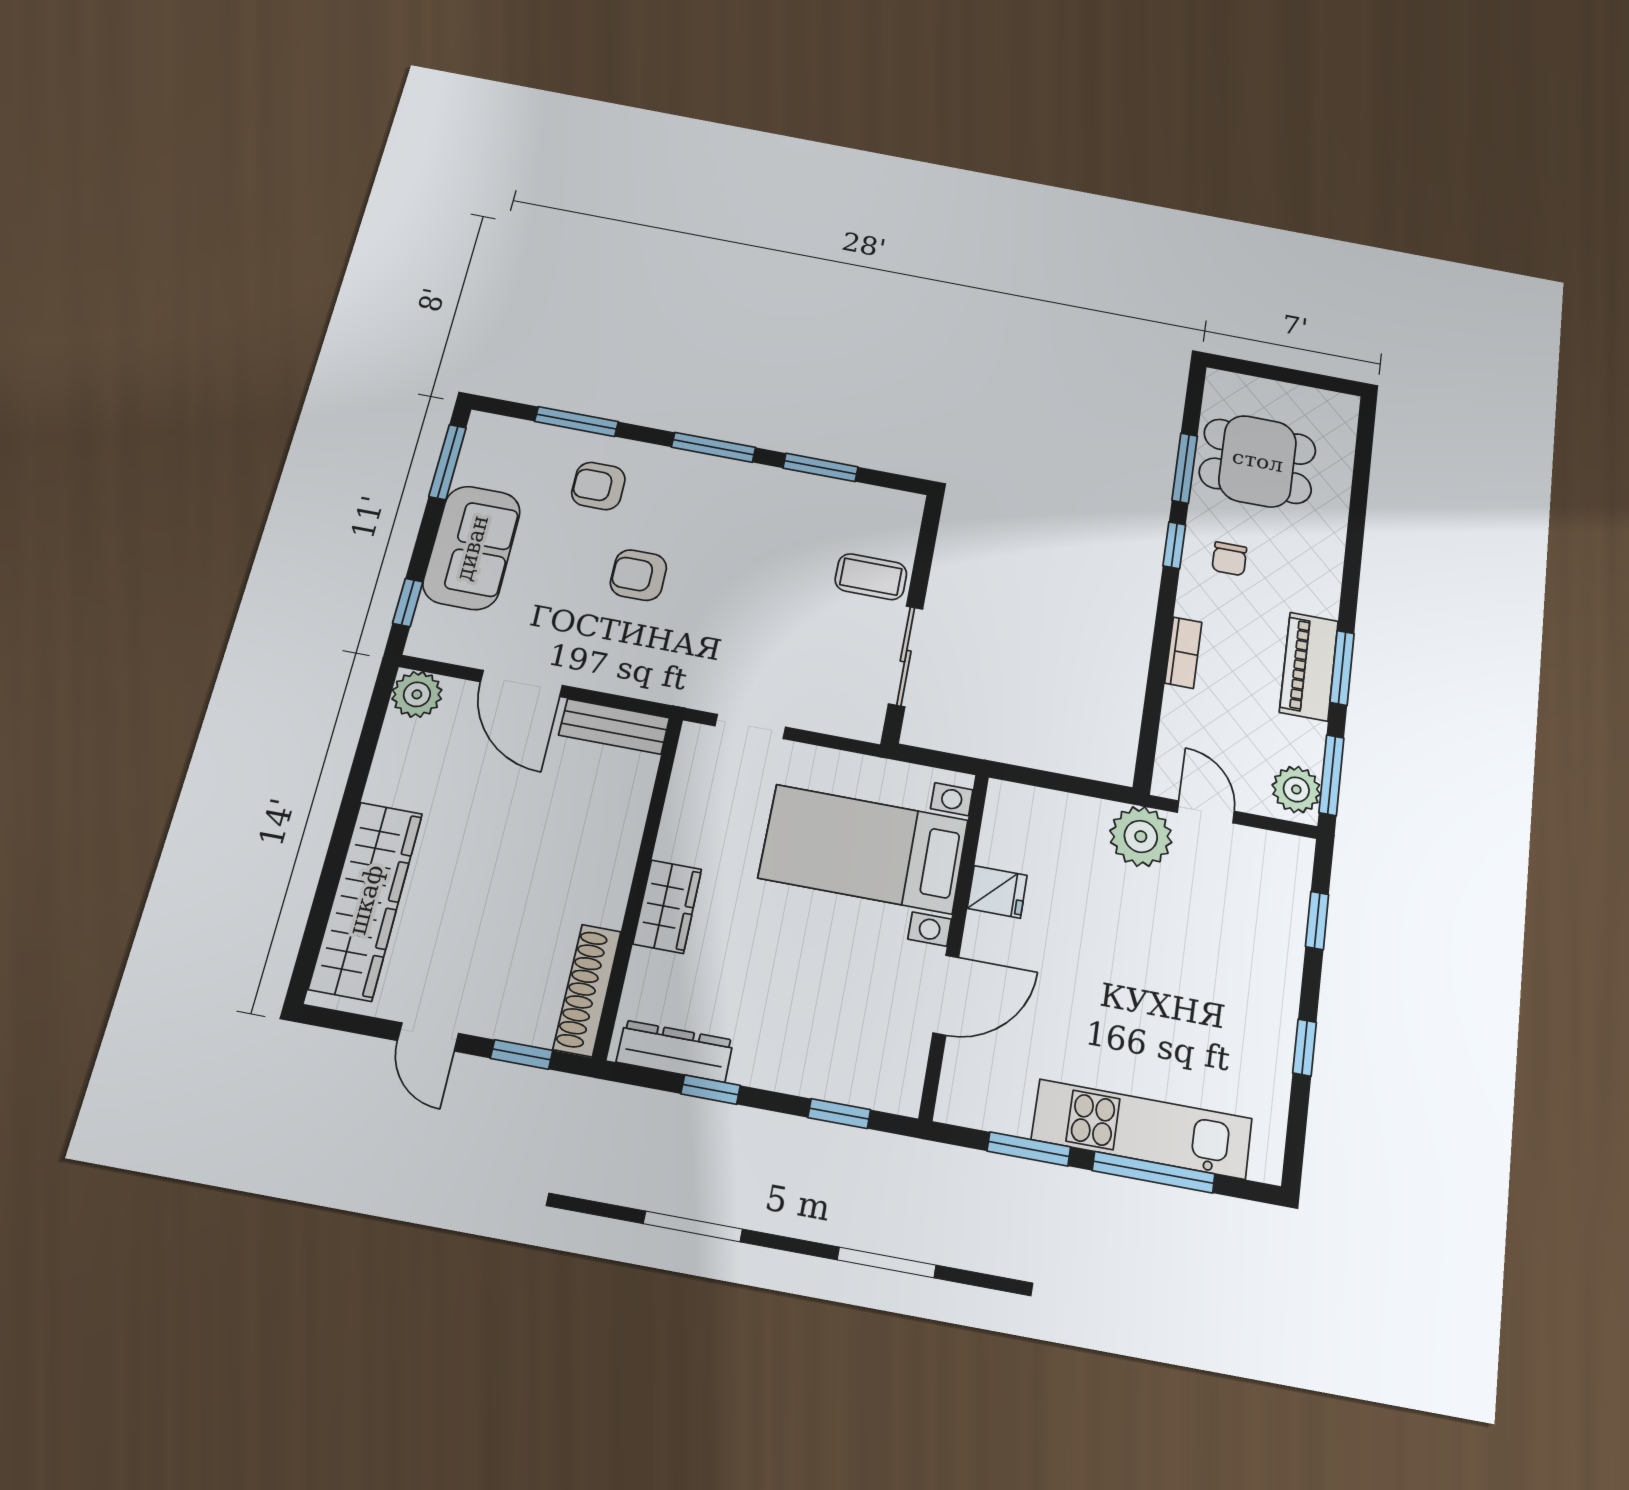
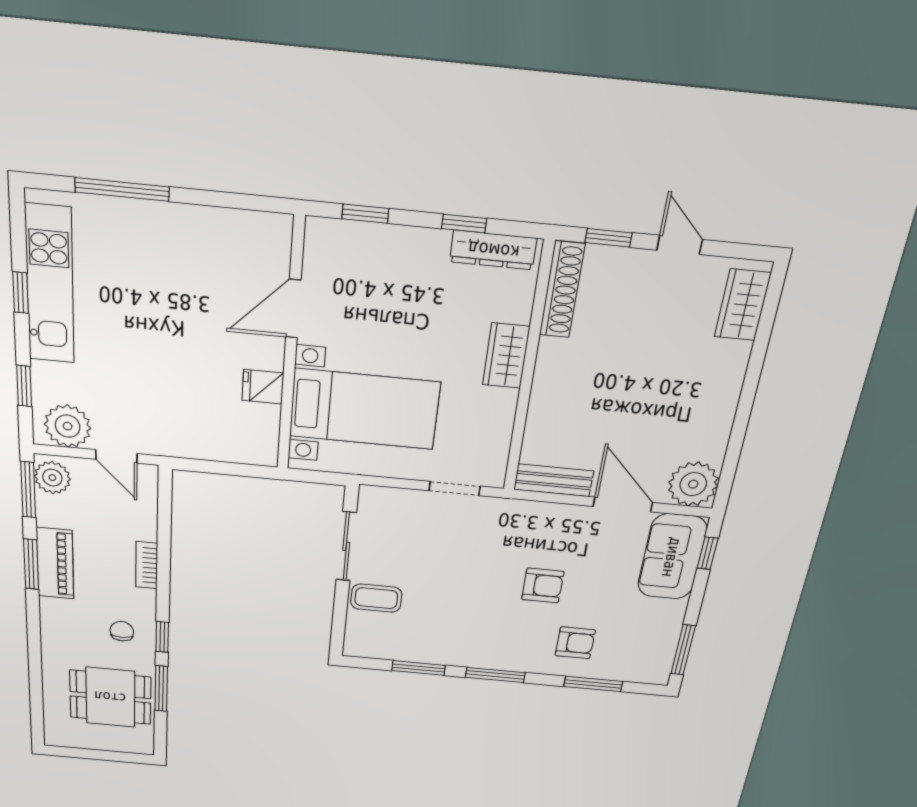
sofa: (472, 548) -> (672, 557), moved
plant: (417, 694) -> (693, 484), width x1.36, depth x1.36
plant: (1141, 836) -> (68, 426), moved
wardrobe: (366, 900) -> (743, 305), width x0.48, depth x0.85
kitchen unit: (1142, 1129) -> (50, 285), moved, turned -90
window: (1029, 1149) -> (219, 199), removed

